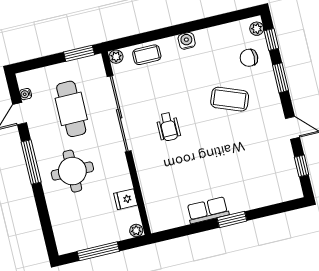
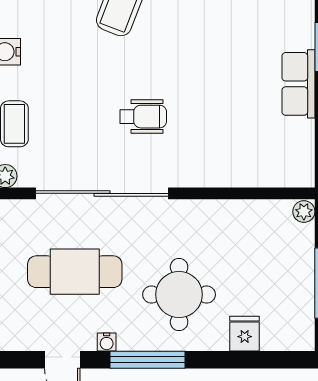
water cooler: (26, 94) -> (107, 342), moved
fridge: (126, 199) -> (245, 334), moved, turned 180

